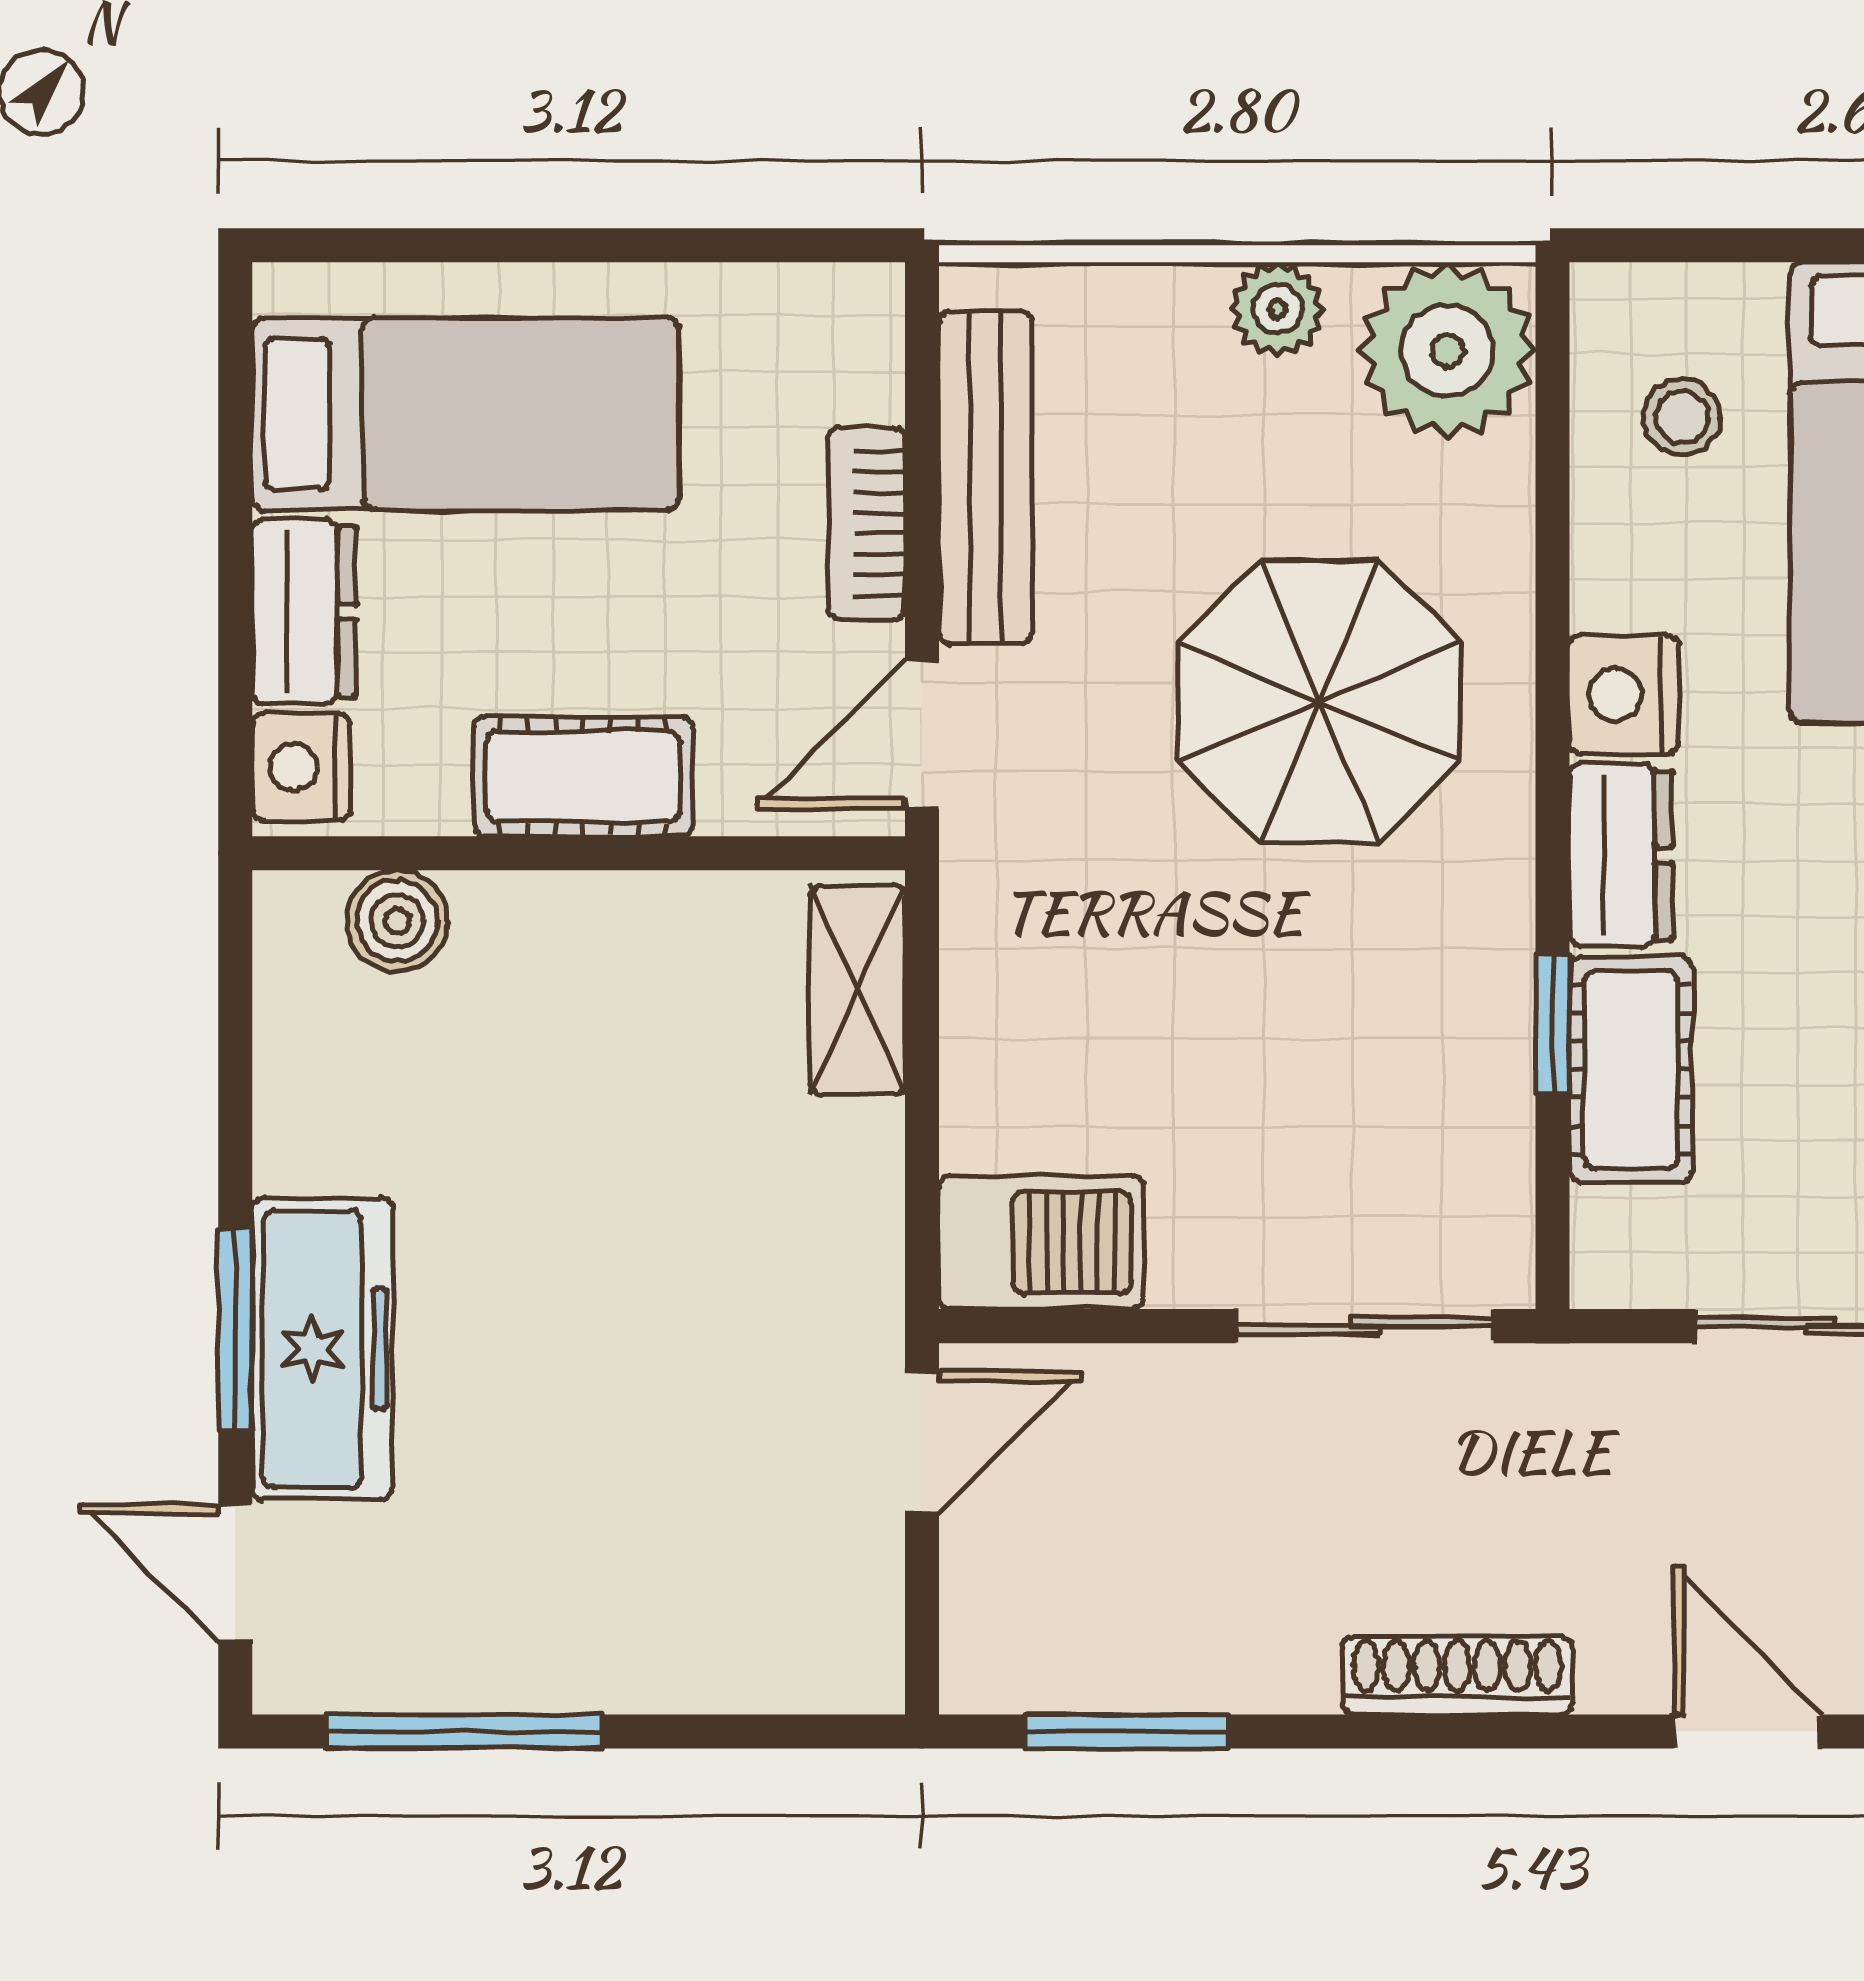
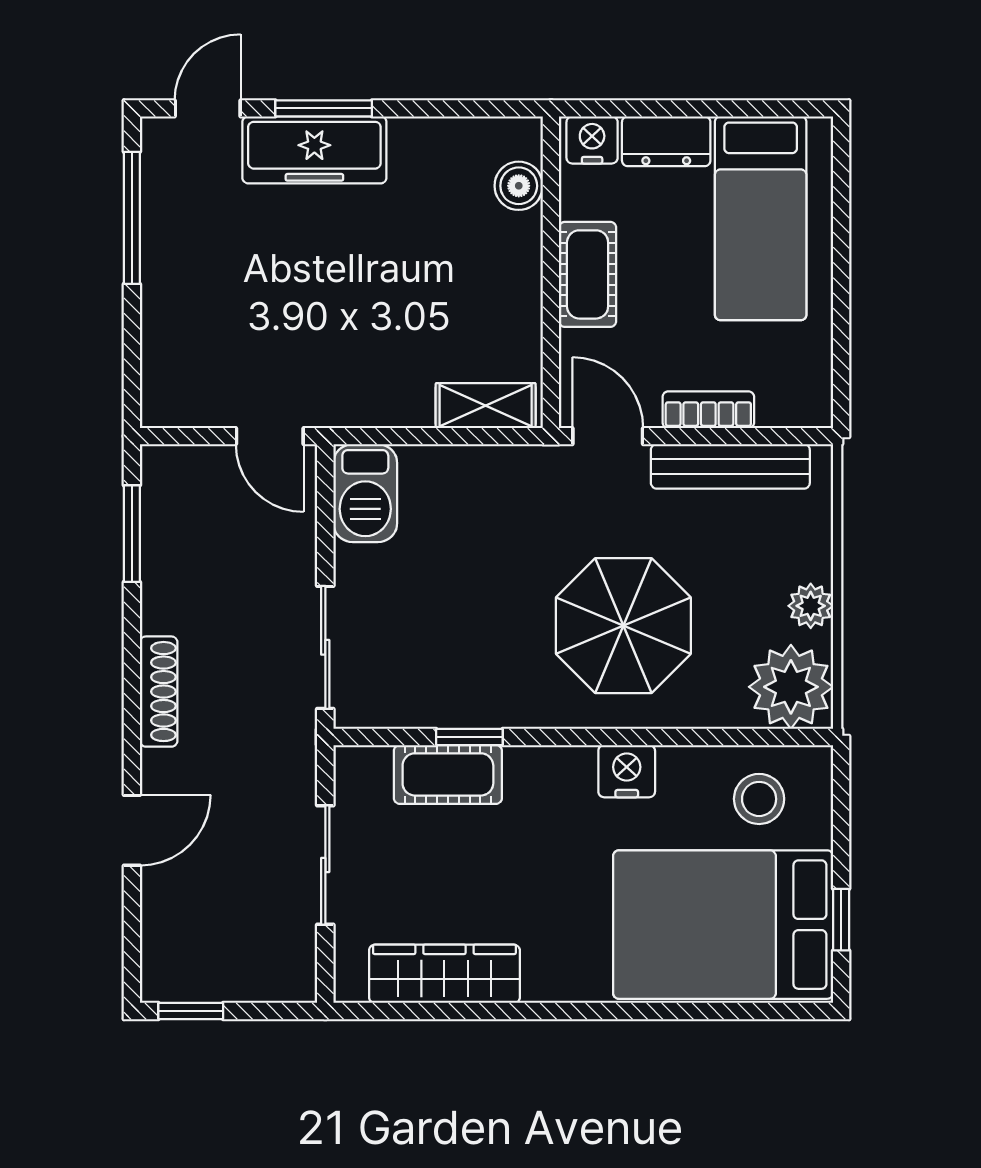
stool: (1682, 417) -> (759, 799), width x1.37, depth x1.37
dresser: (1621, 855) -> (550, 770), removed

